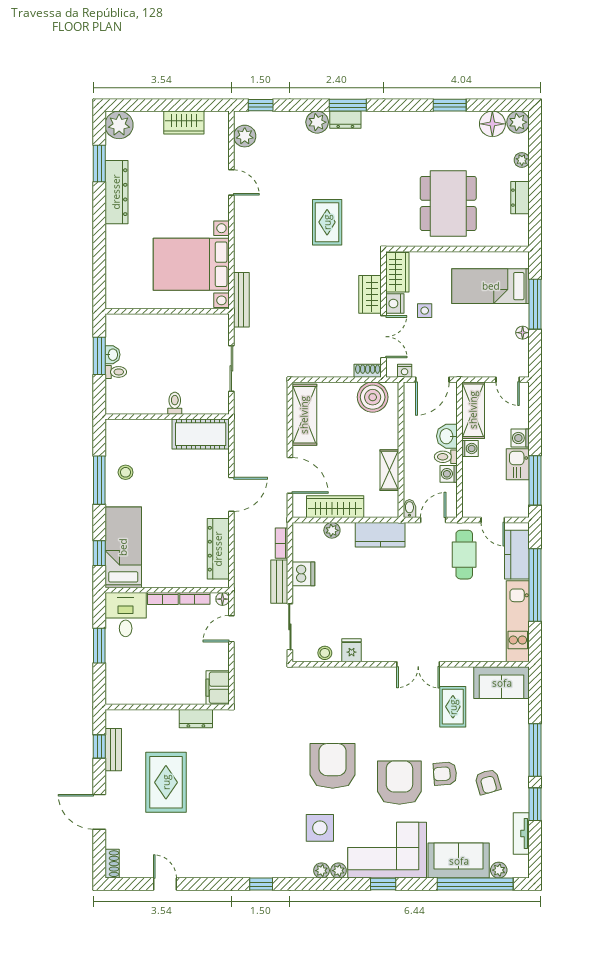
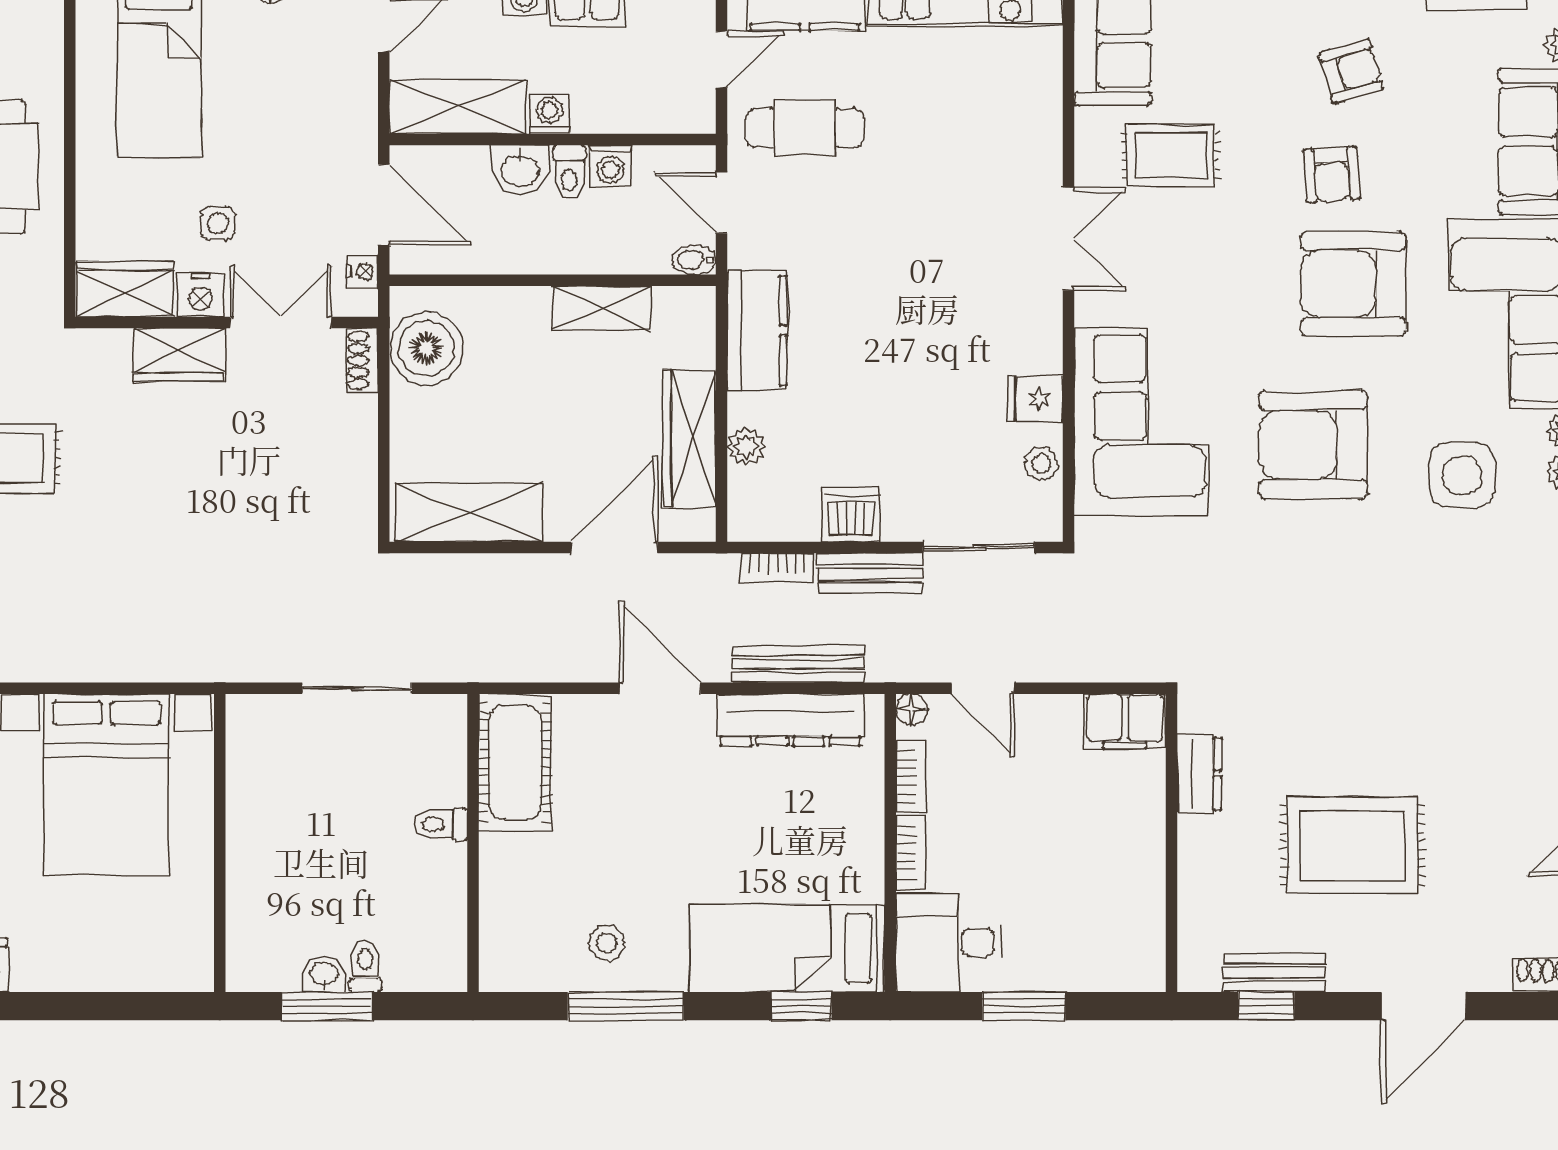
bench: (241, 300) -> (798, 664), moved
corner sofa: (342, 694) -> (1141, 422), added

